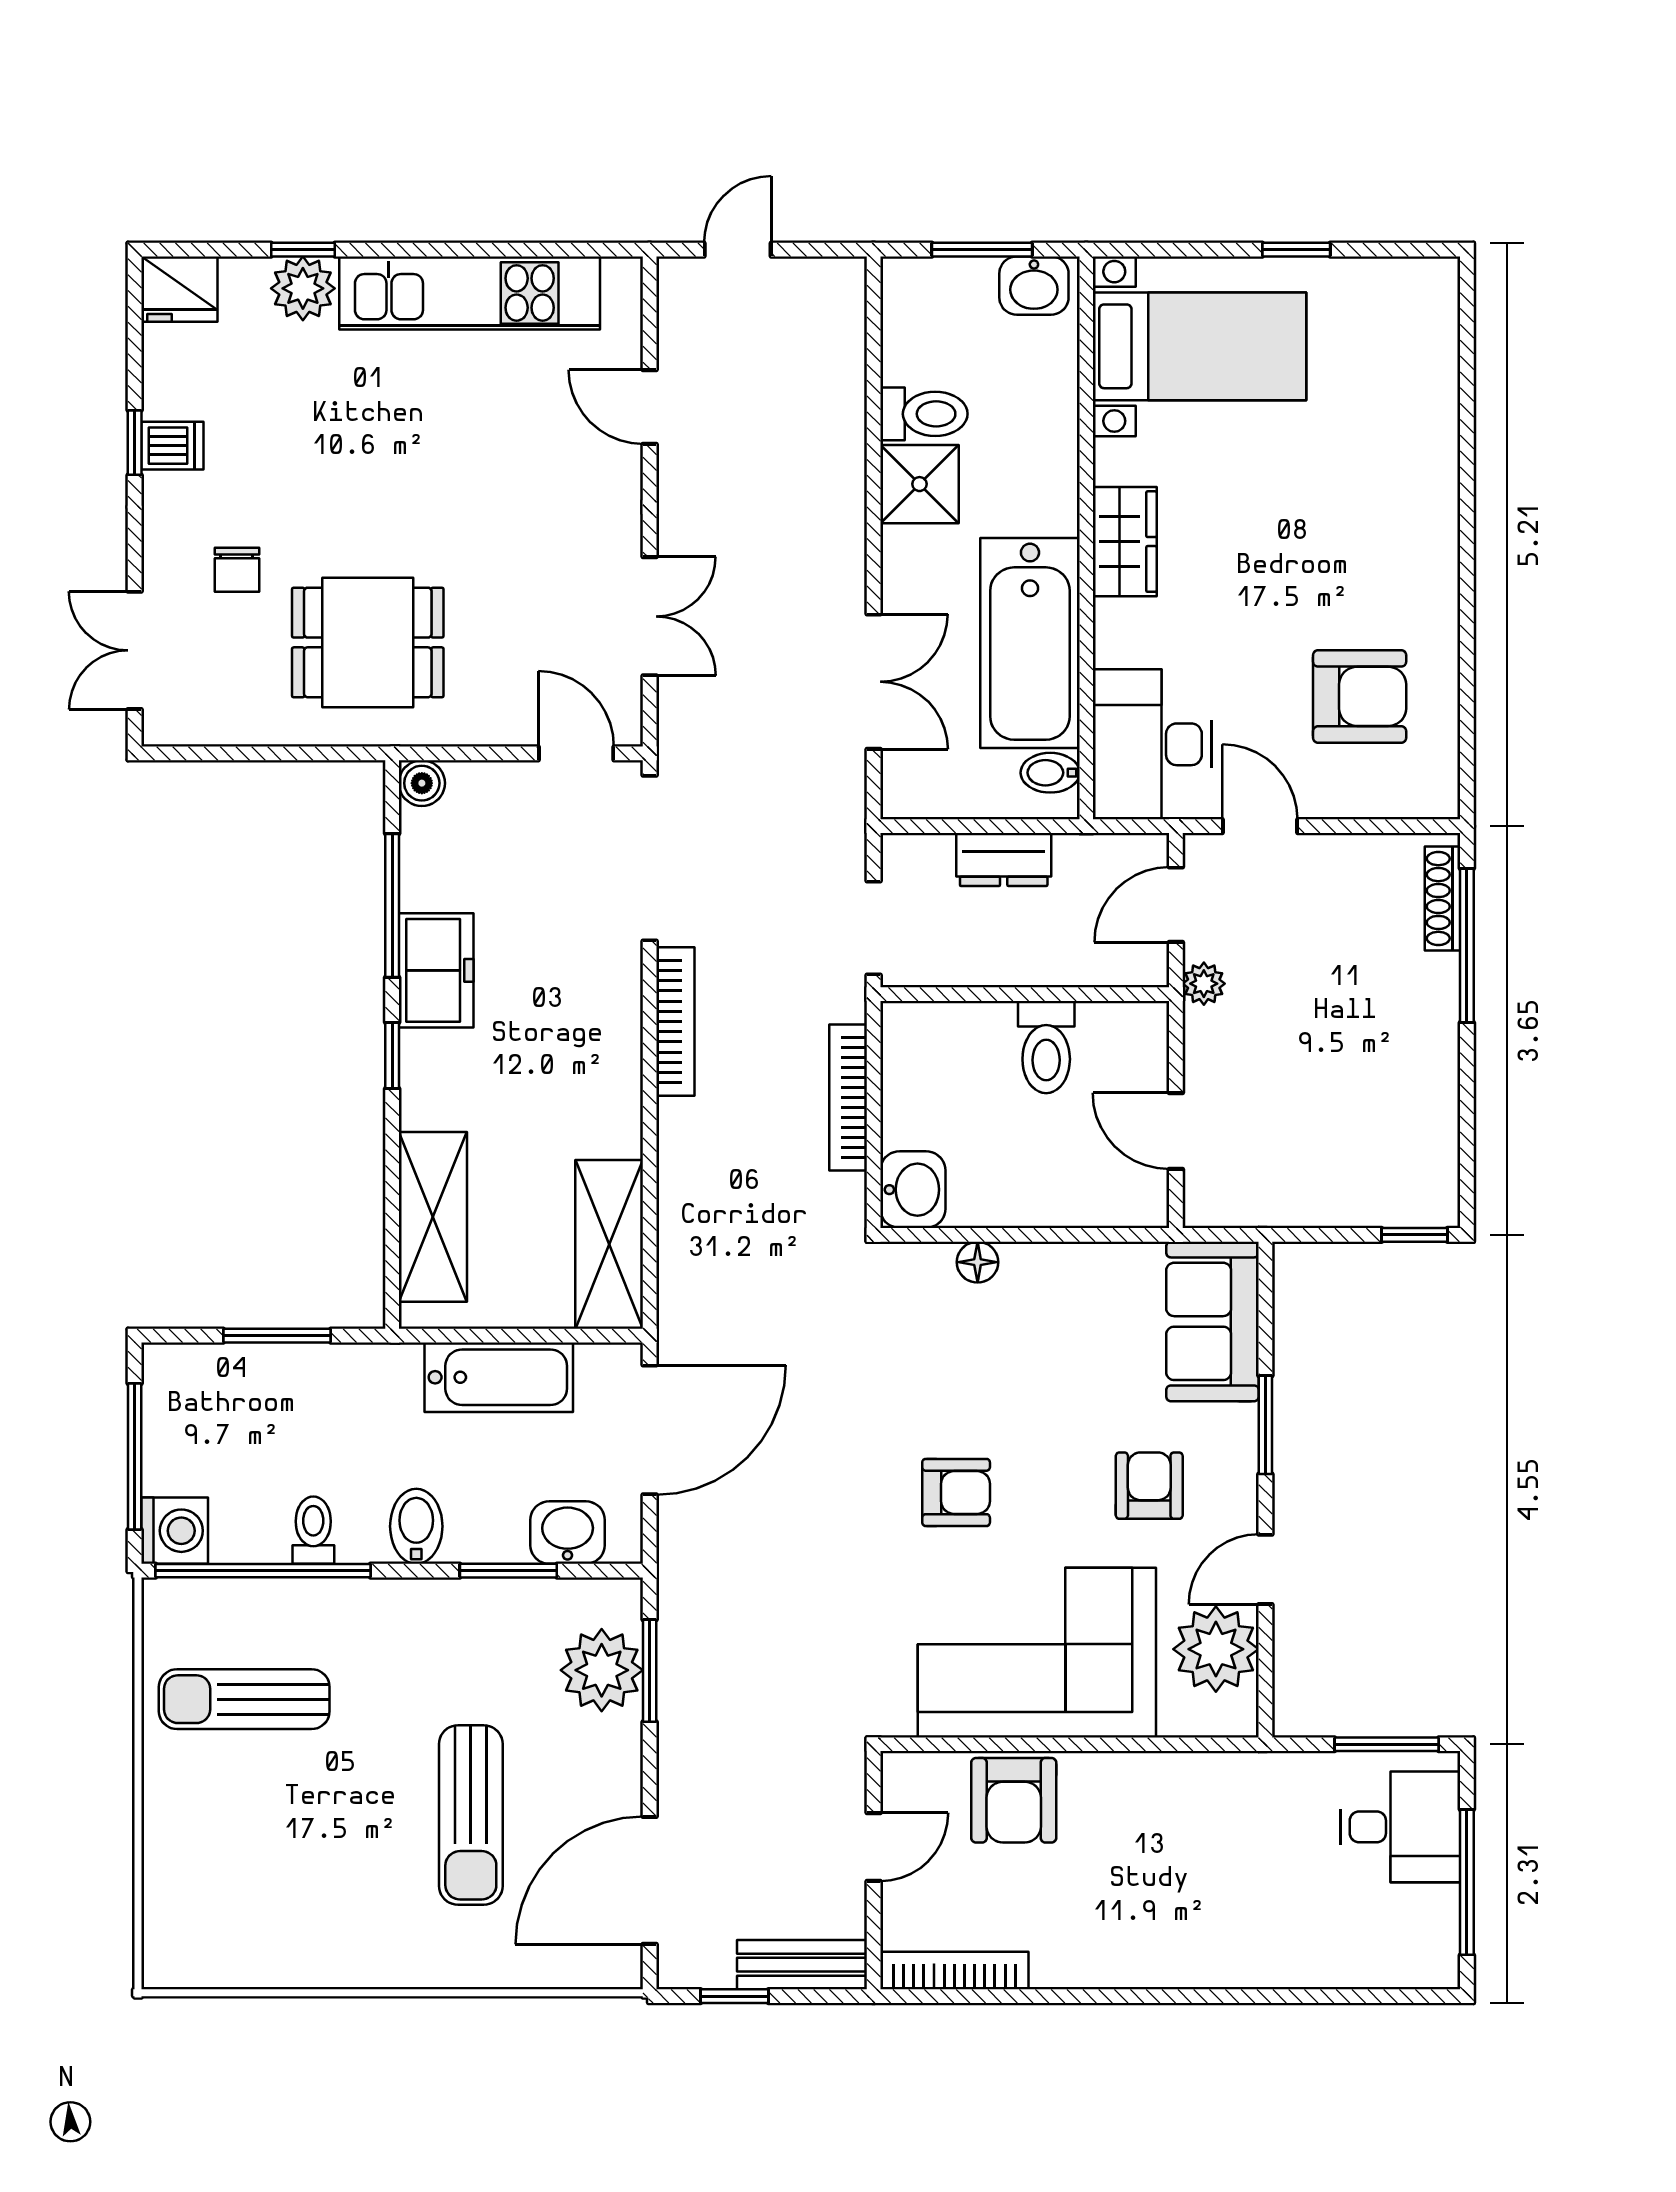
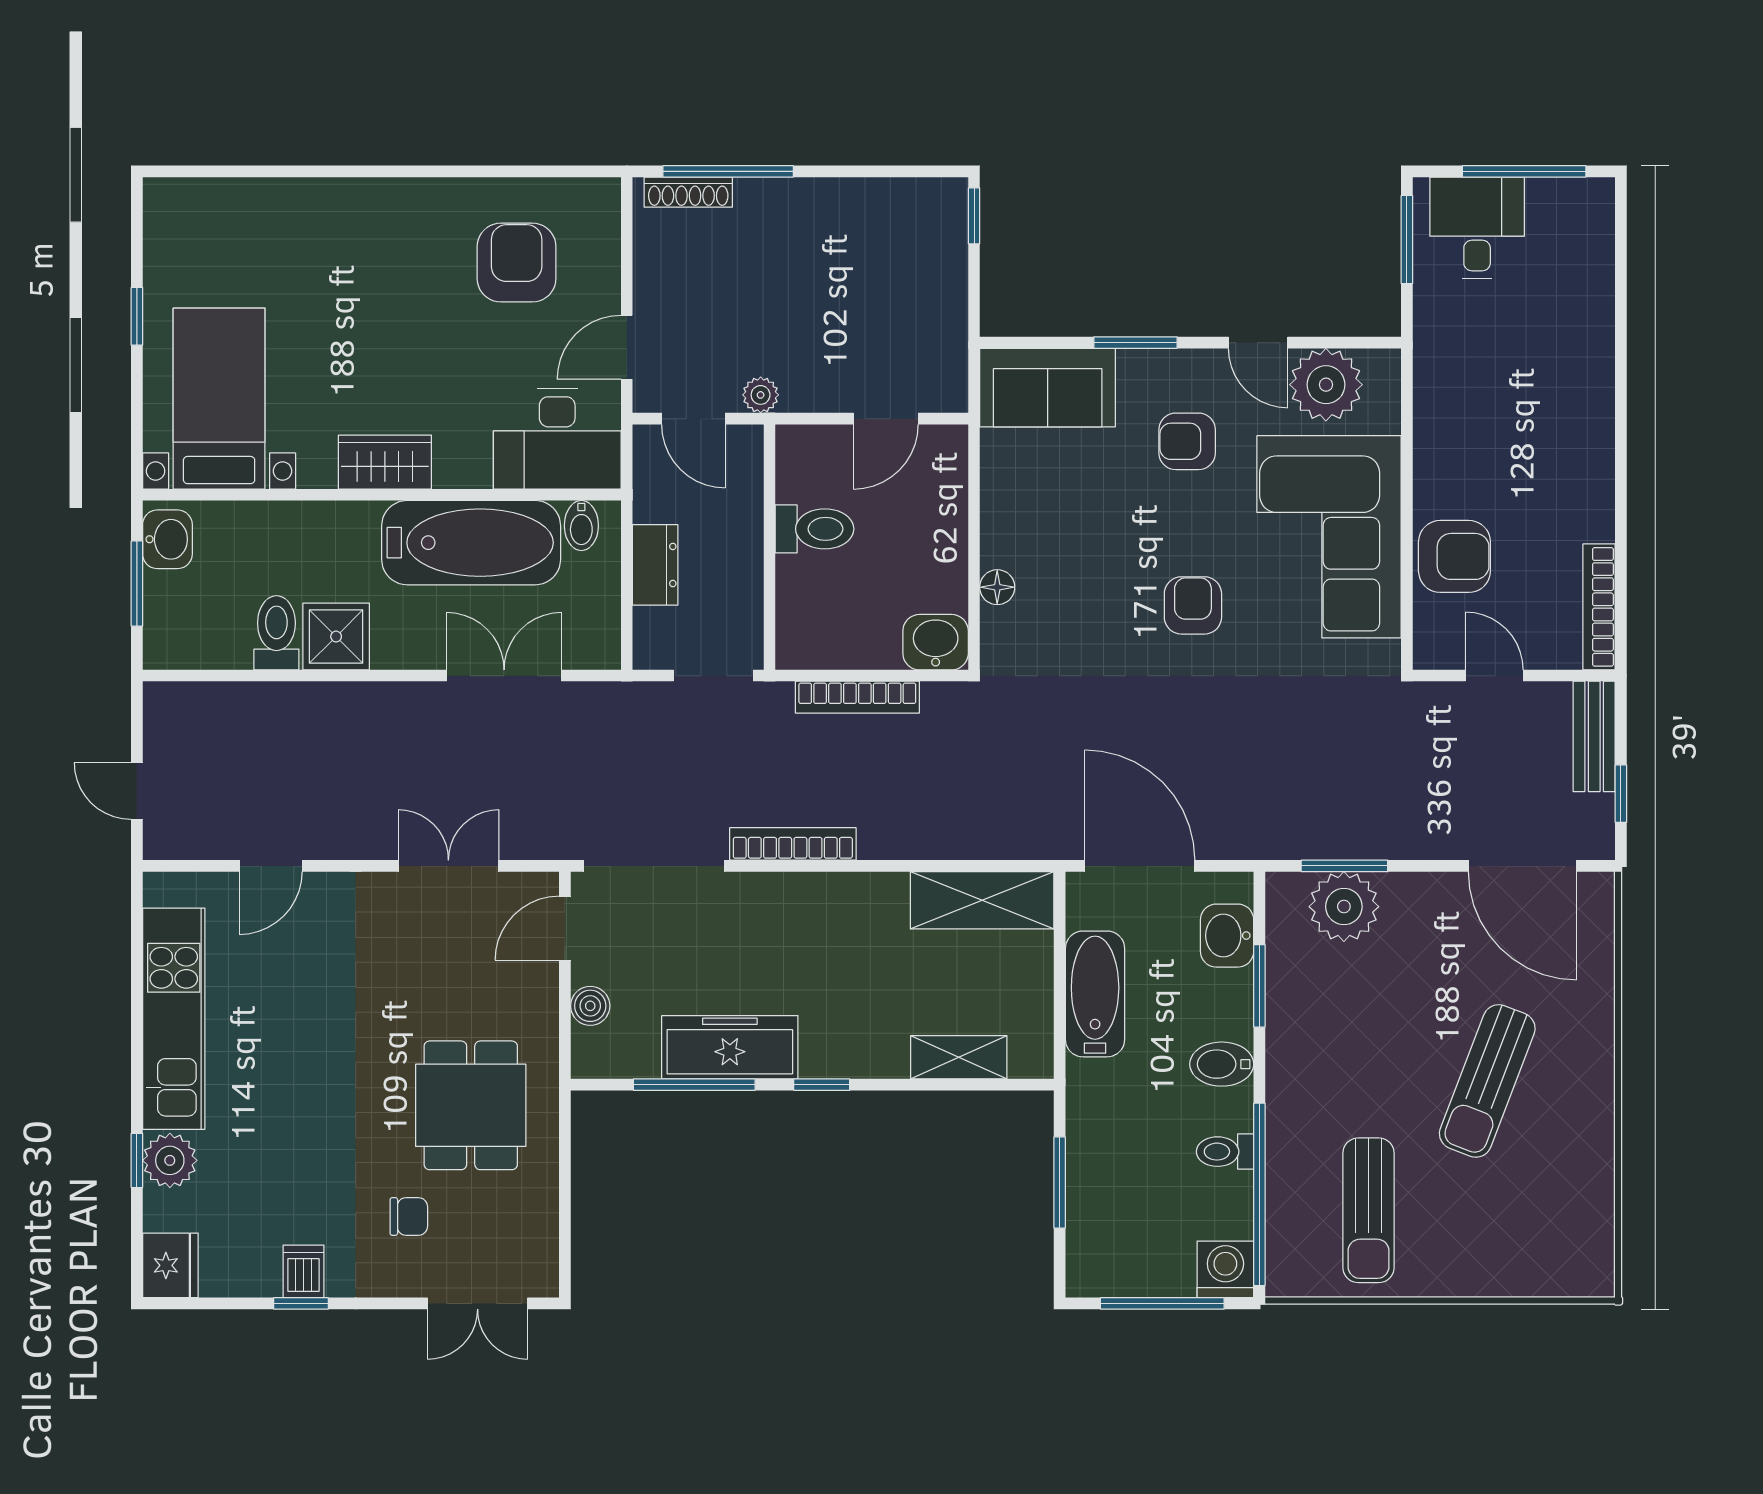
boiler: (422, 783) -> (590, 1006), moved
freezer: (436, 970) -> (730, 1047), width x1.40
shelving: (433, 1217) -> (959, 1057), width x0.67, depth x0.75
sun lounger: (471, 1815) -> (1487, 1081), moved, turned 111

